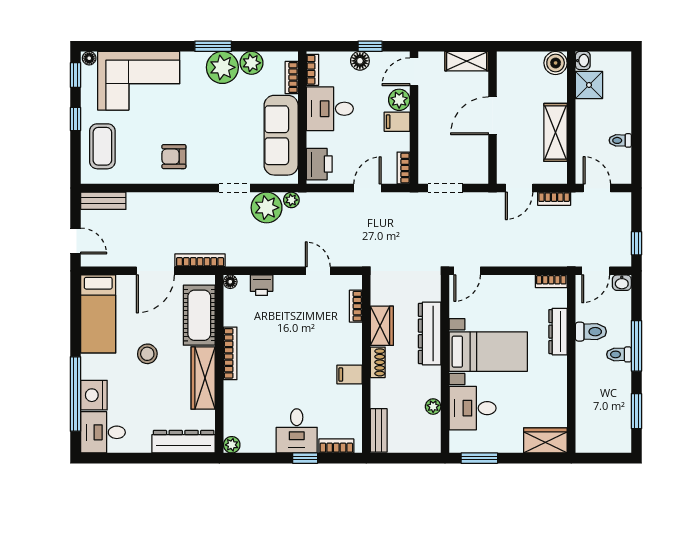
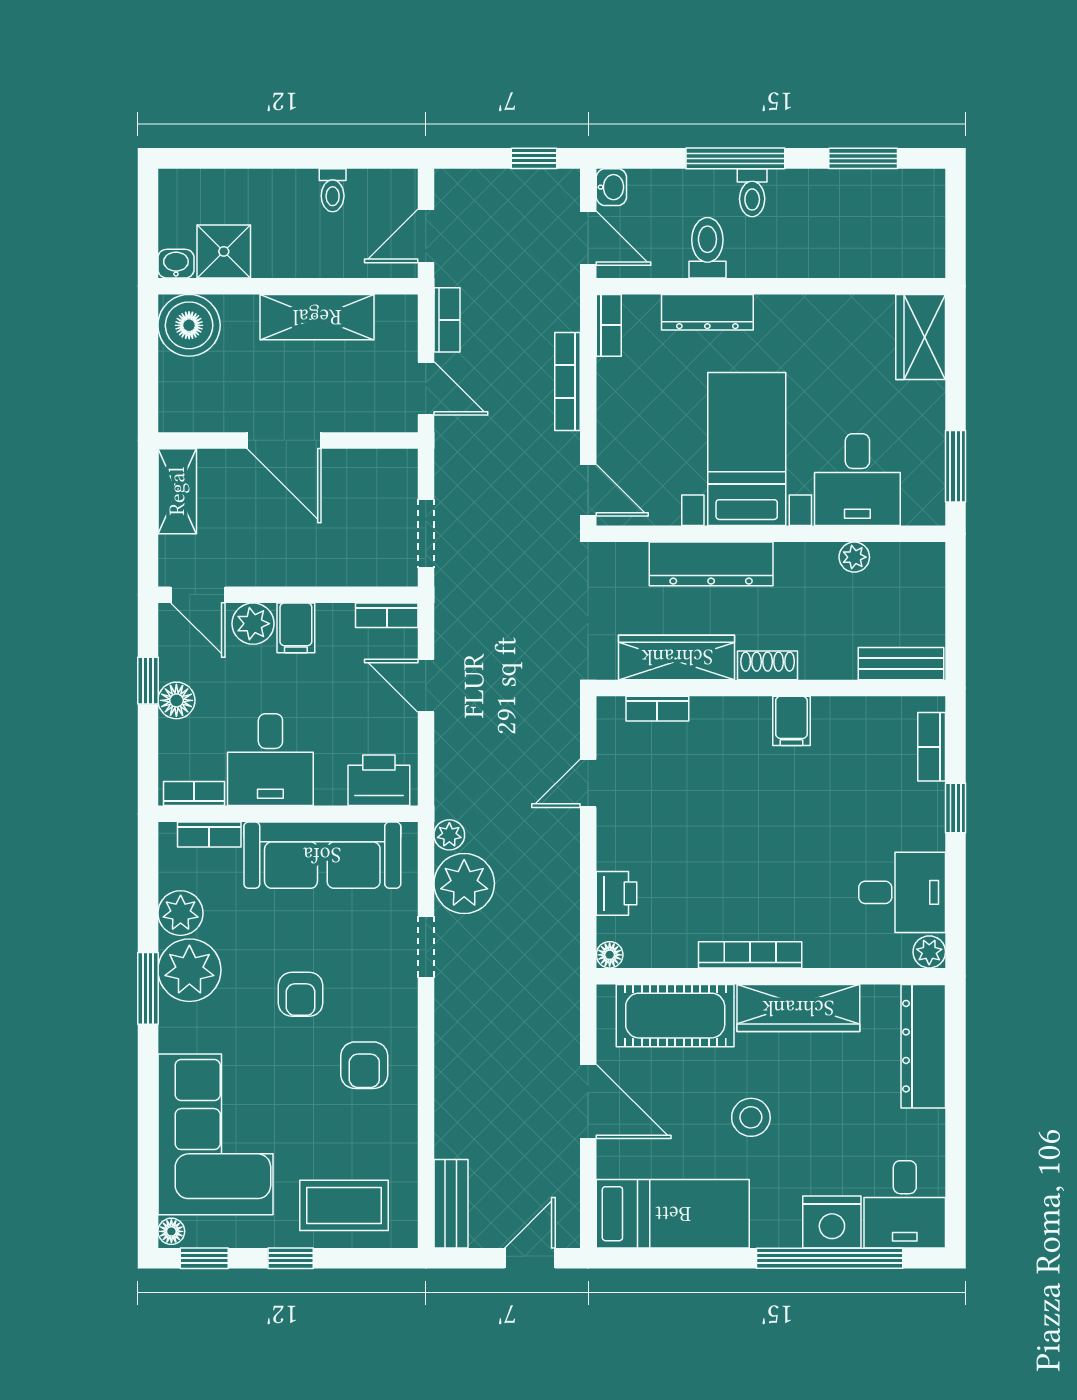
boiler: (556, 63) -> (189, 325), width x1.37, depth x1.37
armchair: (210, 124) -> (301, 994), added
bookcase: (200, 260) -> (568, 382), moved
wardrobe: (382, 326) -> (677, 657), width x1.50
desk: (297, 431) -> (902, 892), moved

